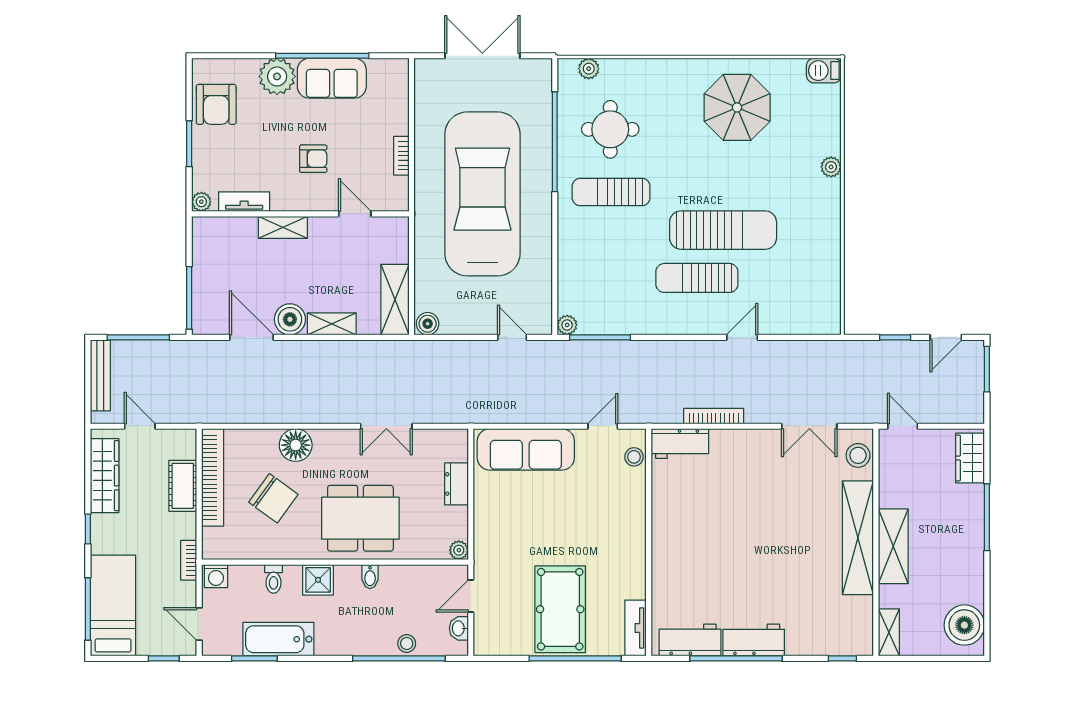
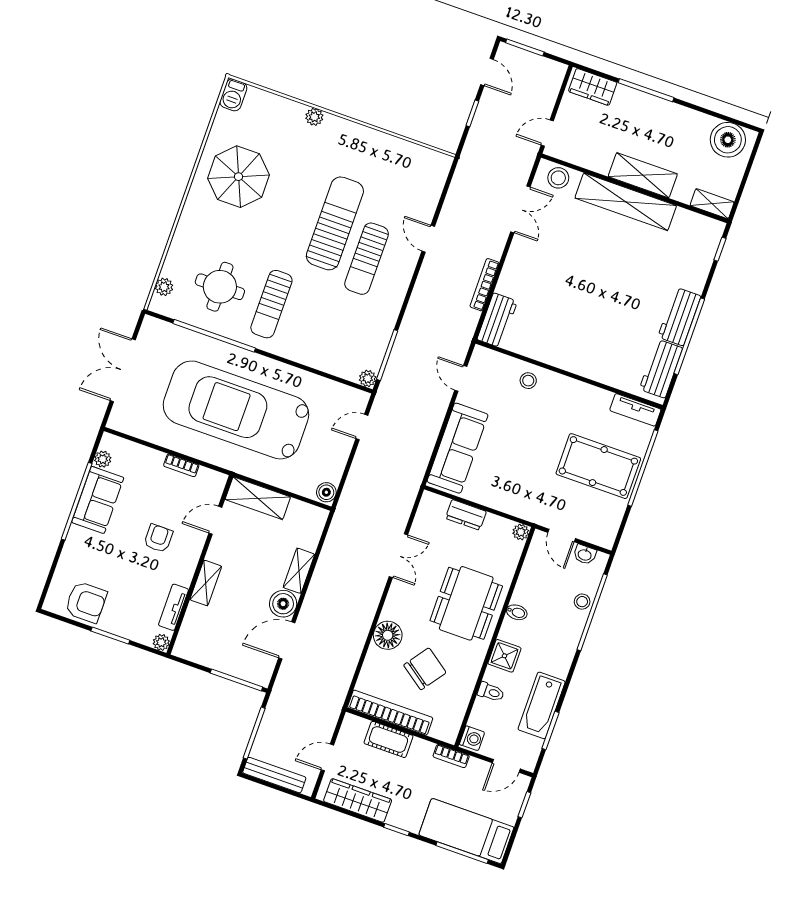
plant: (277, 76) -> (103, 459), moved, width x0.53, depth x0.53
shelving: (395, 300) -> (258, 498), moved
stool: (634, 457) -> (528, 381), moved

